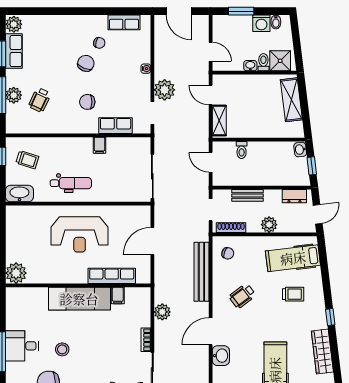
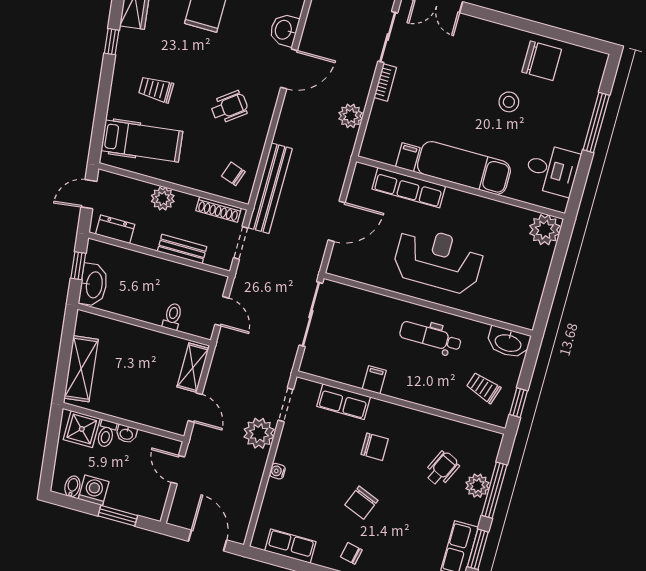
chair: (99, 43) -> (351, 553), moved
washbasin: (300, 149) -> (94, 285), width x1.91, depth x1.45
bench: (201, 272) -> (270, 188), moved
desk: (22, 346) -> (552, 170), moved

